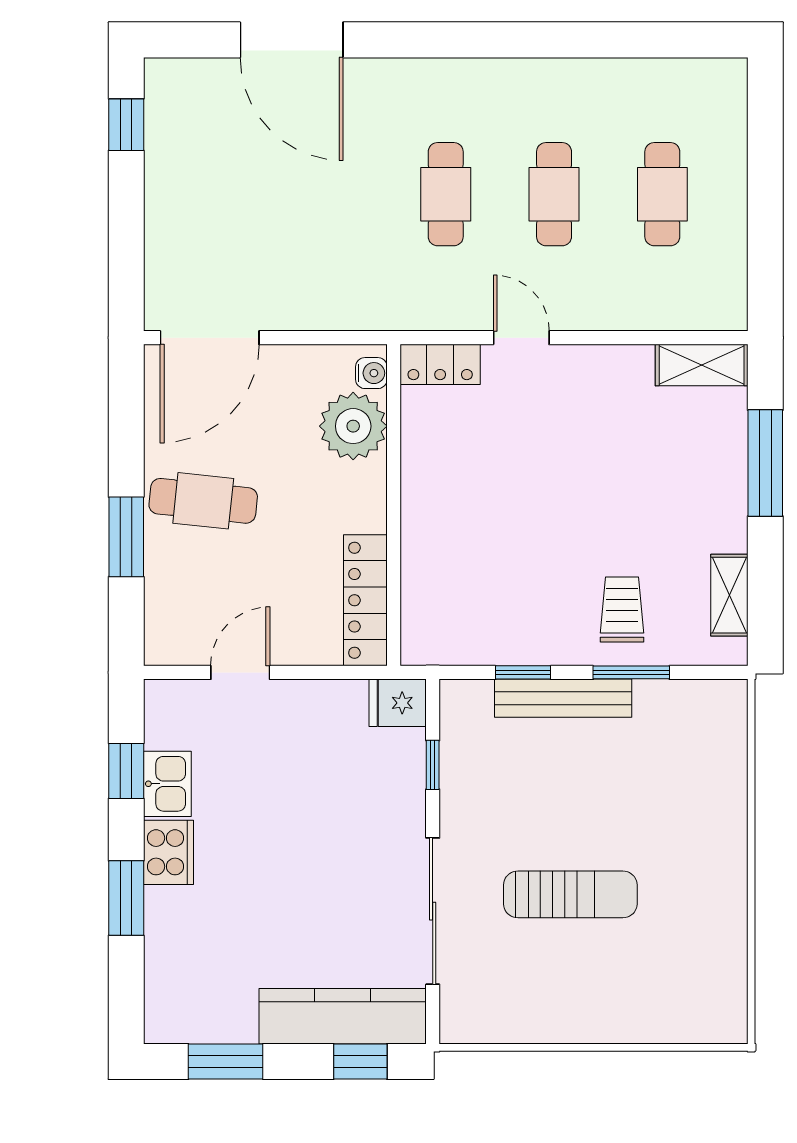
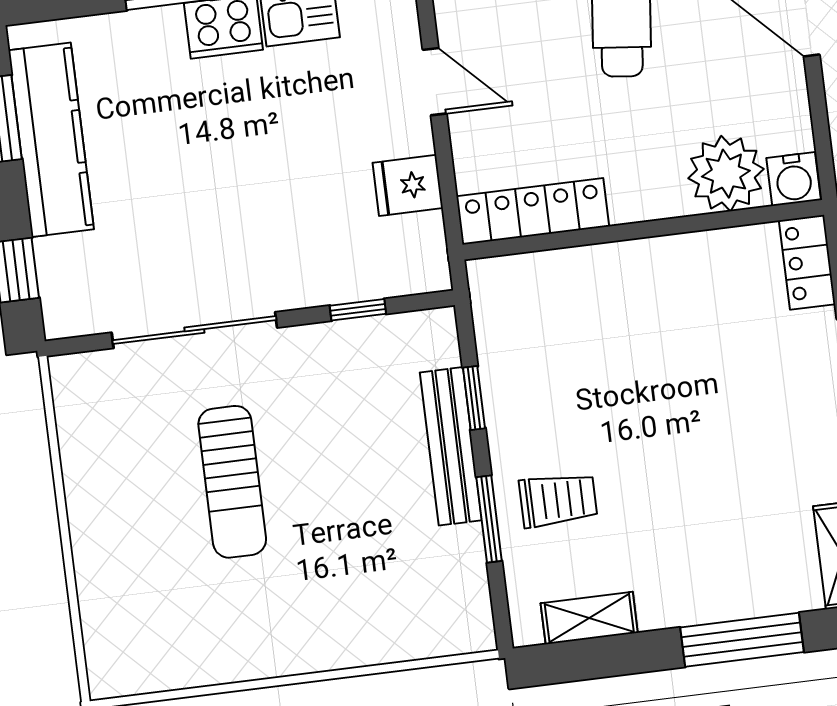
water cooler: (371, 373) -> (794, 179), width x1.38, depth x1.38
fridge: (398, 703) -> (408, 185), moved, turned -90
kitchen counter: (343, 1016) -> (51, 140), moved

